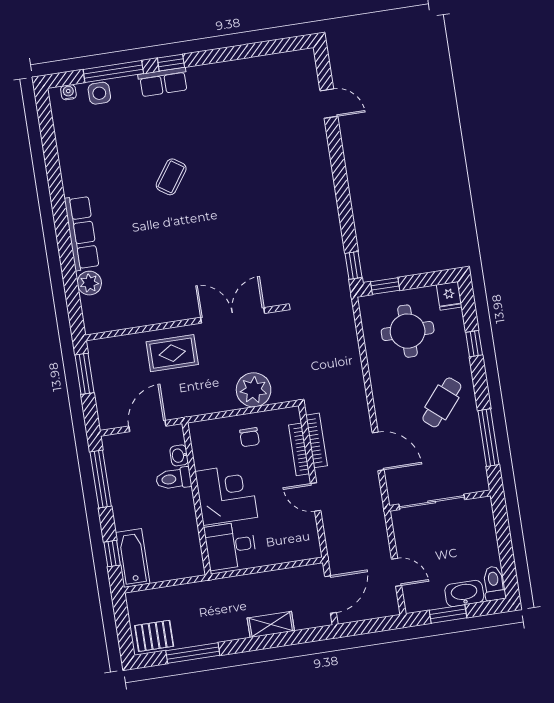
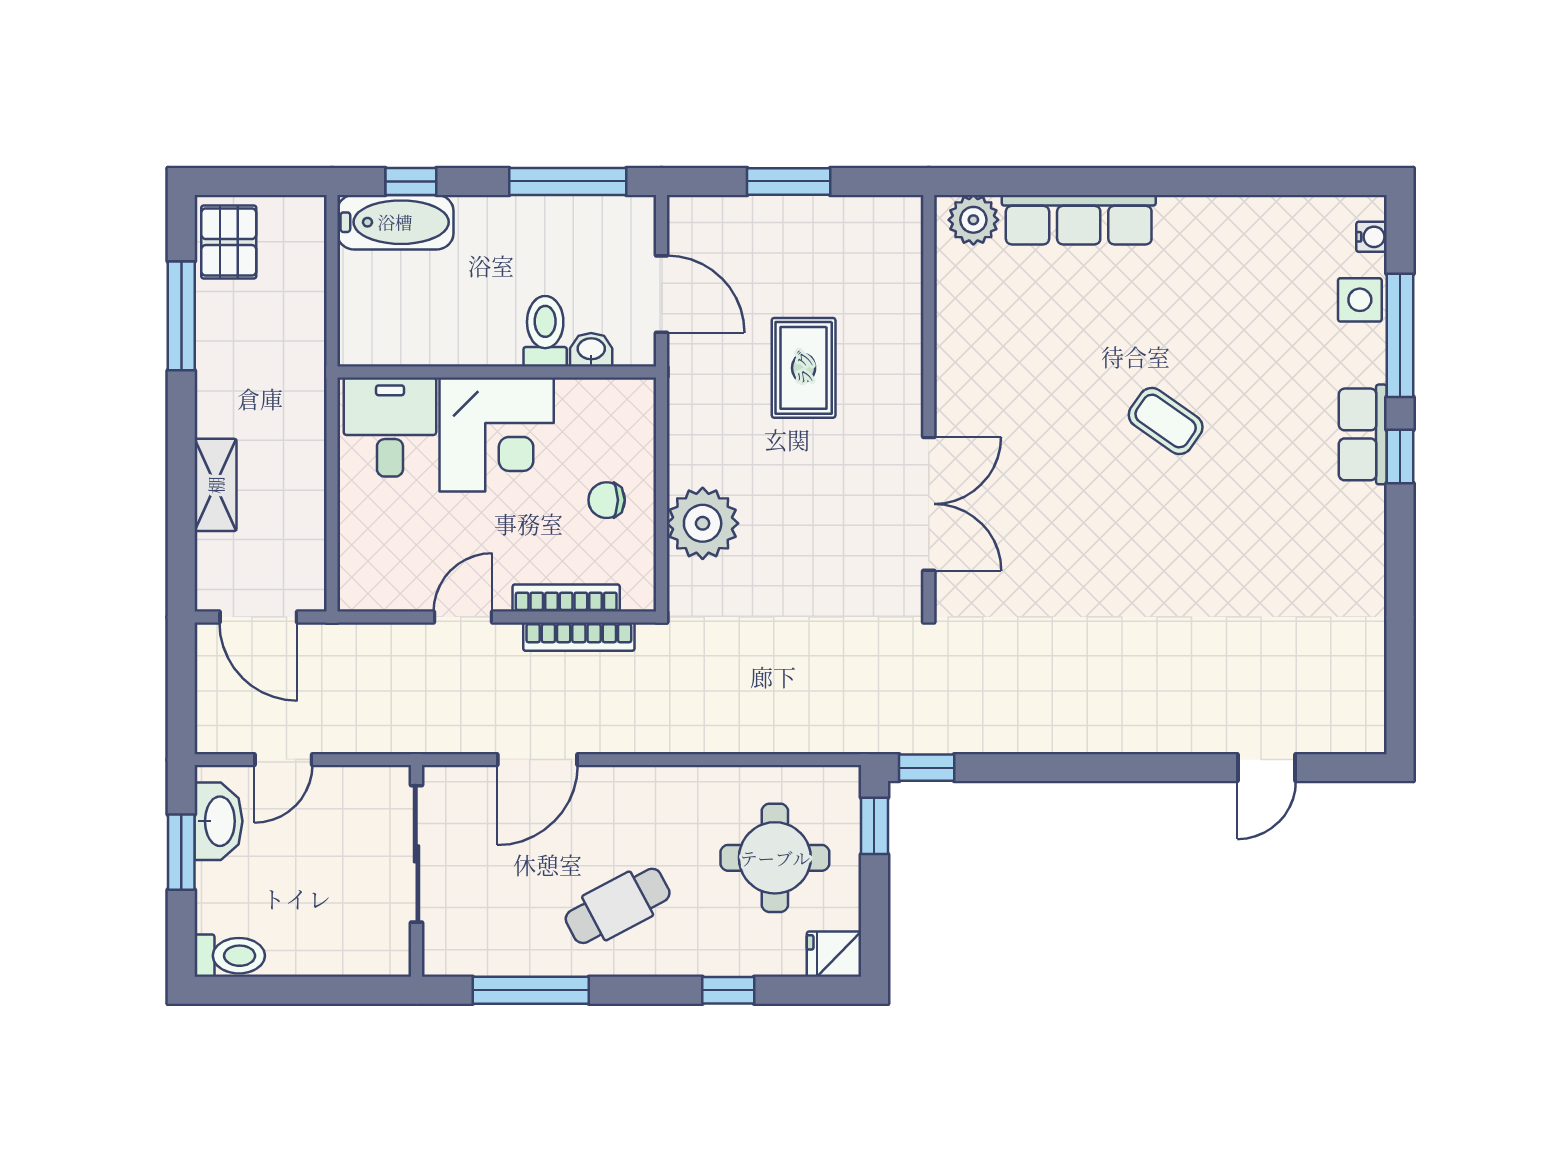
double door: (233, 315) -> (929, 504), moved
wall: (185, 323) -> (929, 403), moved
cafe table: (442, 402) -> (618, 906), turned -68
washbasin: (464, 593) -> (218, 821), moved

